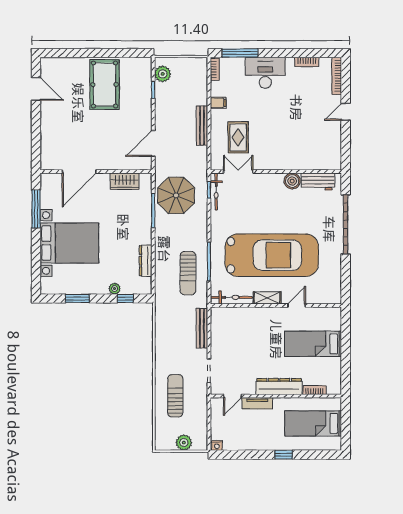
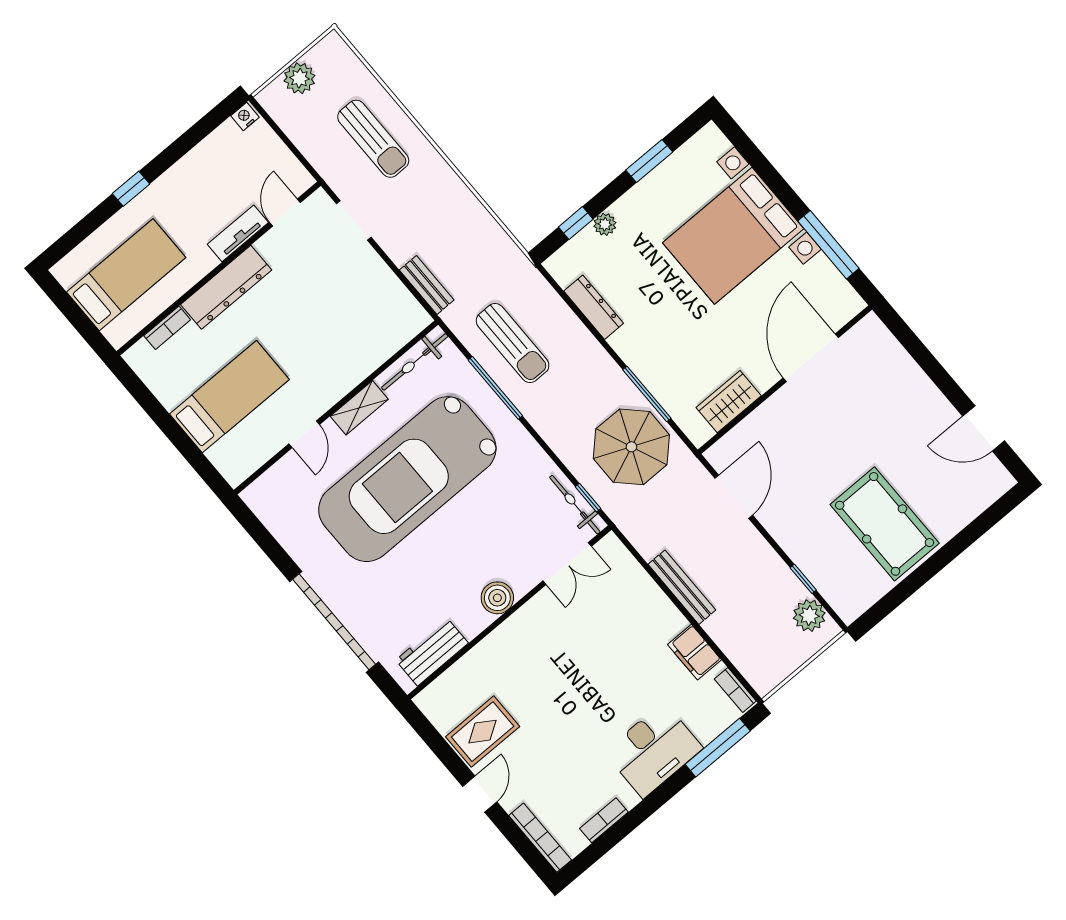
filing cabinet: (218, 103) -> (694, 652), width x2.00
rug: (238, 137) -> (483, 732), moved, turned 90
boiler: (292, 181) -> (497, 598), moved
sun lounger: (188, 273) -> (513, 343), turned 180
bench: (202, 328) -> (427, 285), width x0.73

